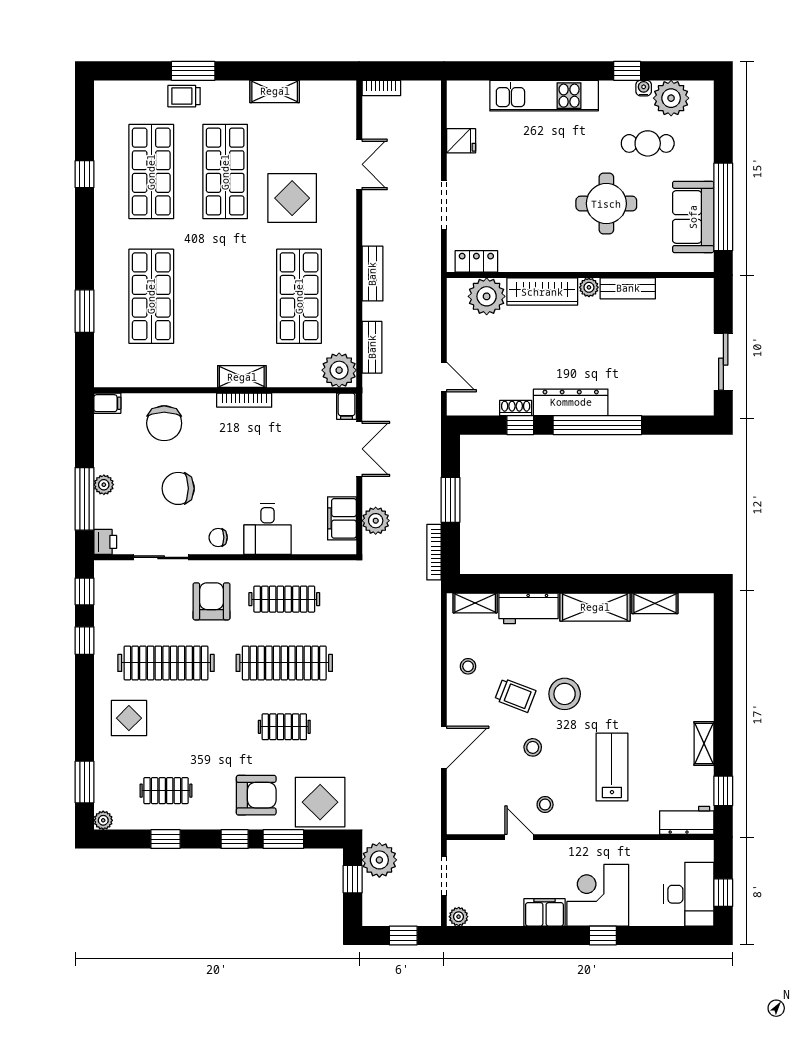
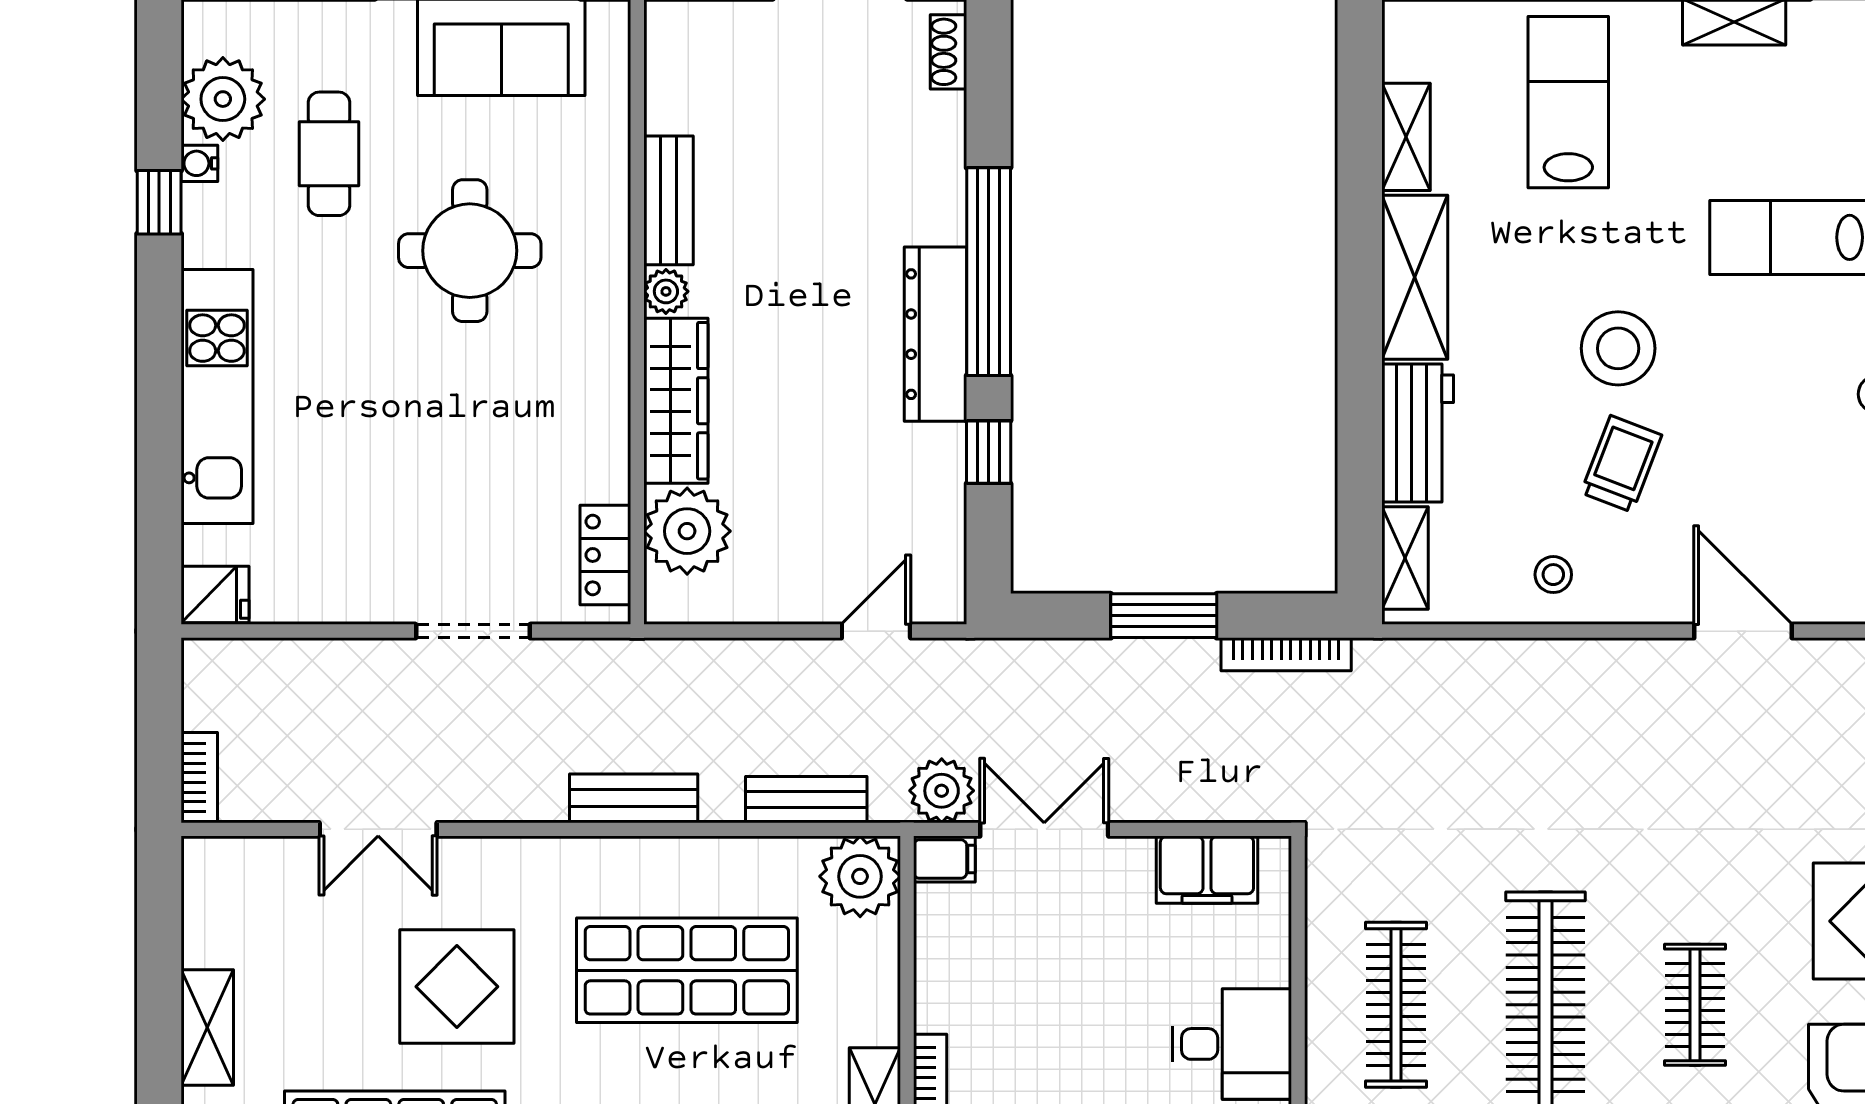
fridge: (461, 141) -> (215, 594), moved, turned 90
double door: (359, 164) -> (378, 829), swing flipped
shoe rack: (516, 408) -> (948, 52), moved
plant: (376, 521) -> (942, 791), moved
lab bench: (670, 673) -> (1568, 102), added
stool: (533, 747) -> (1743, 423), removed

